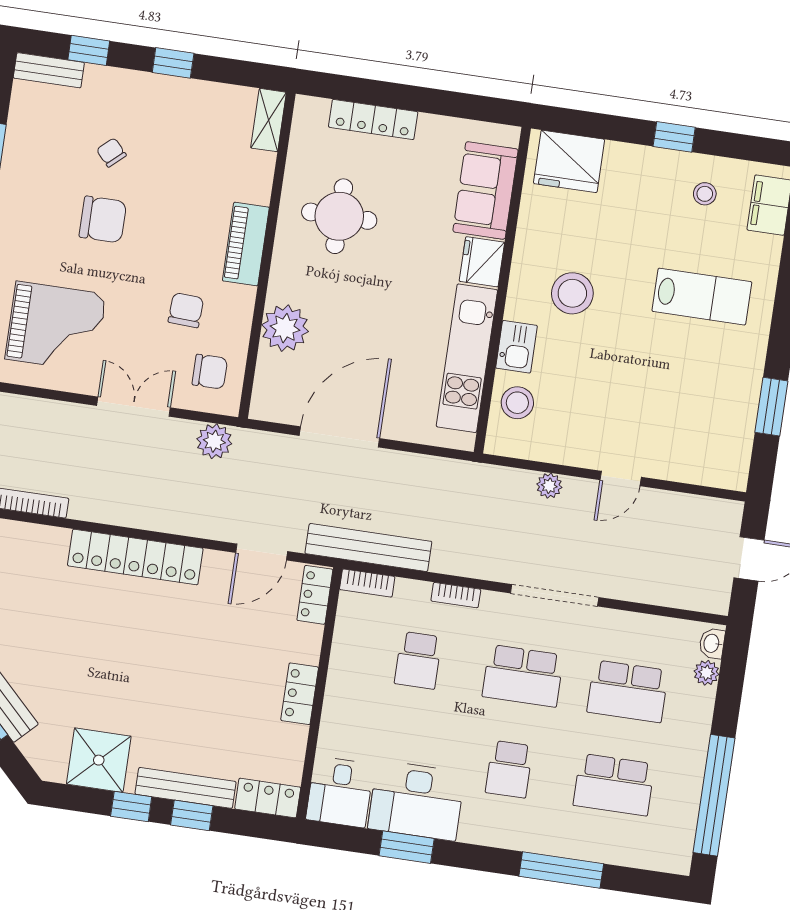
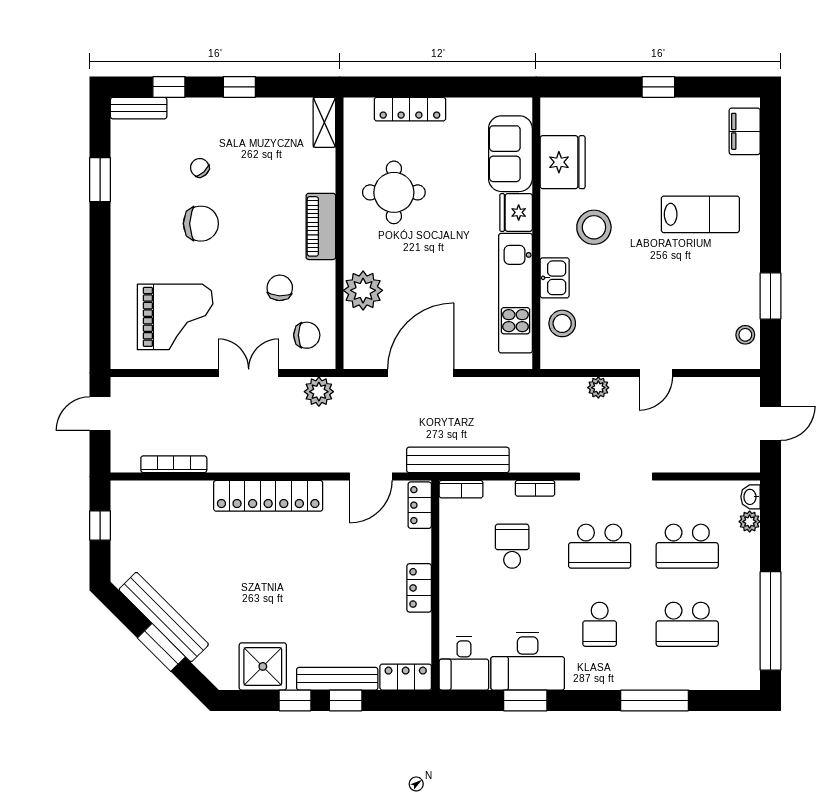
fridge: (569, 161) -> (563, 162), moved, turned -90
stool: (705, 194) -> (745, 335), moved
school desk: (418, 660) -> (512, 546), turned 180

